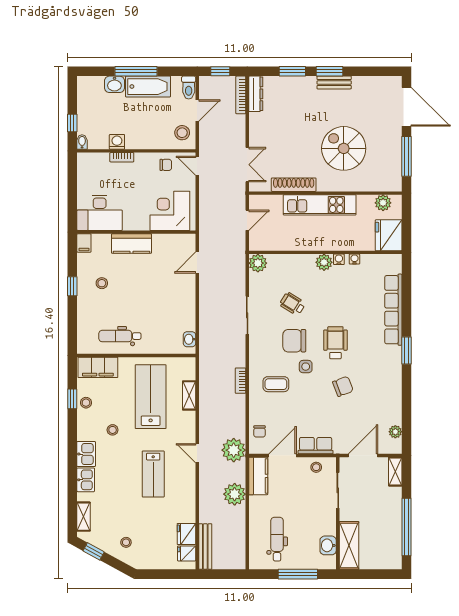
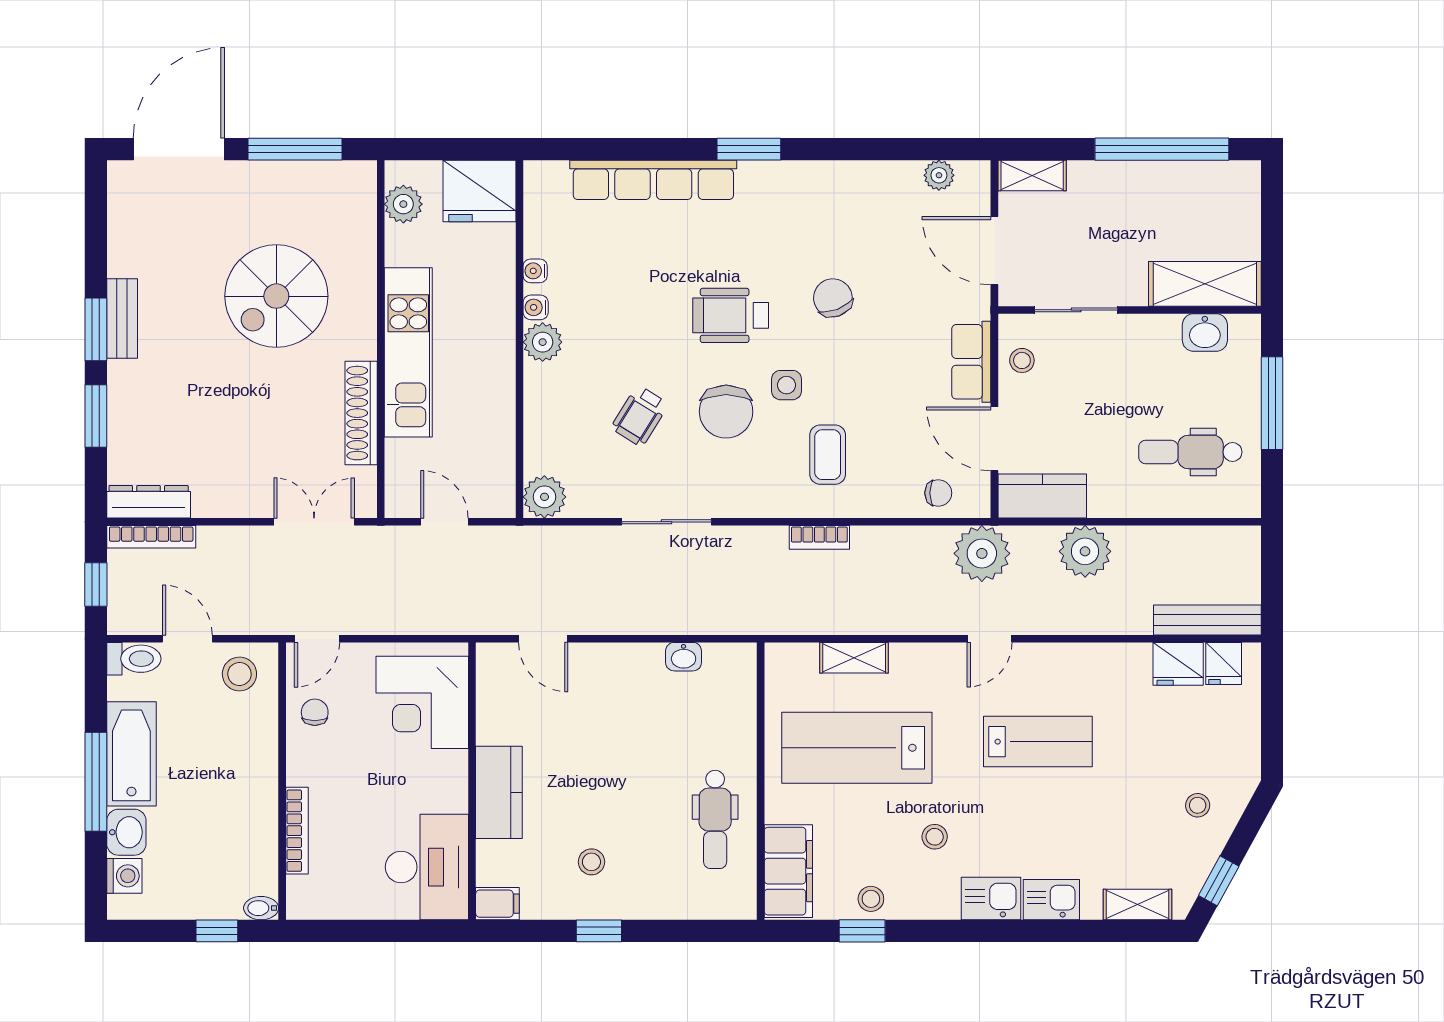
washing machine: (117, 142) -> (124, 876), moved, turned 180
bookcase: (122, 157) -> (297, 831), width x1.56
washbasin: (190, 339) -> (684, 657), moved

